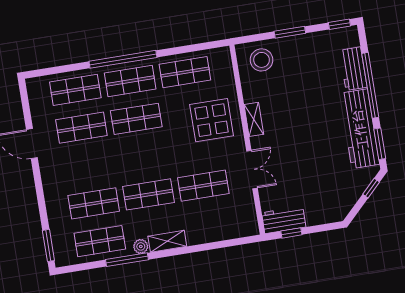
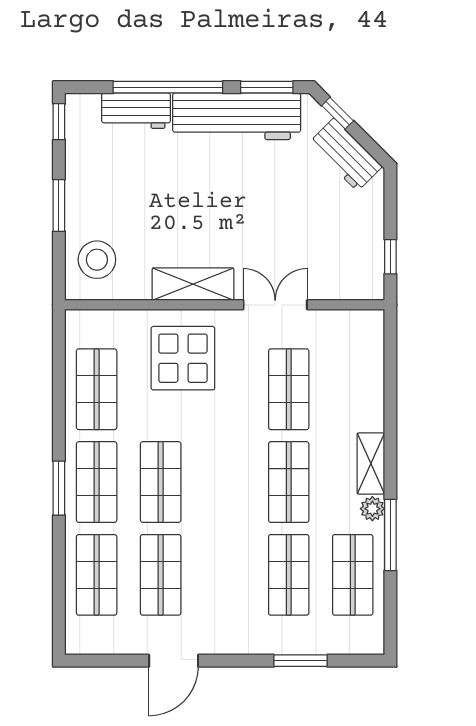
window: (123, 59) -> (59, 488), width x0.47
shelving: (254, 119) -> (193, 284), width x1.50, depth x1.33
workbench: (284, 220) -> (346, 155), moved, turned -45
window: (48, 245) -> (301, 661), moved

